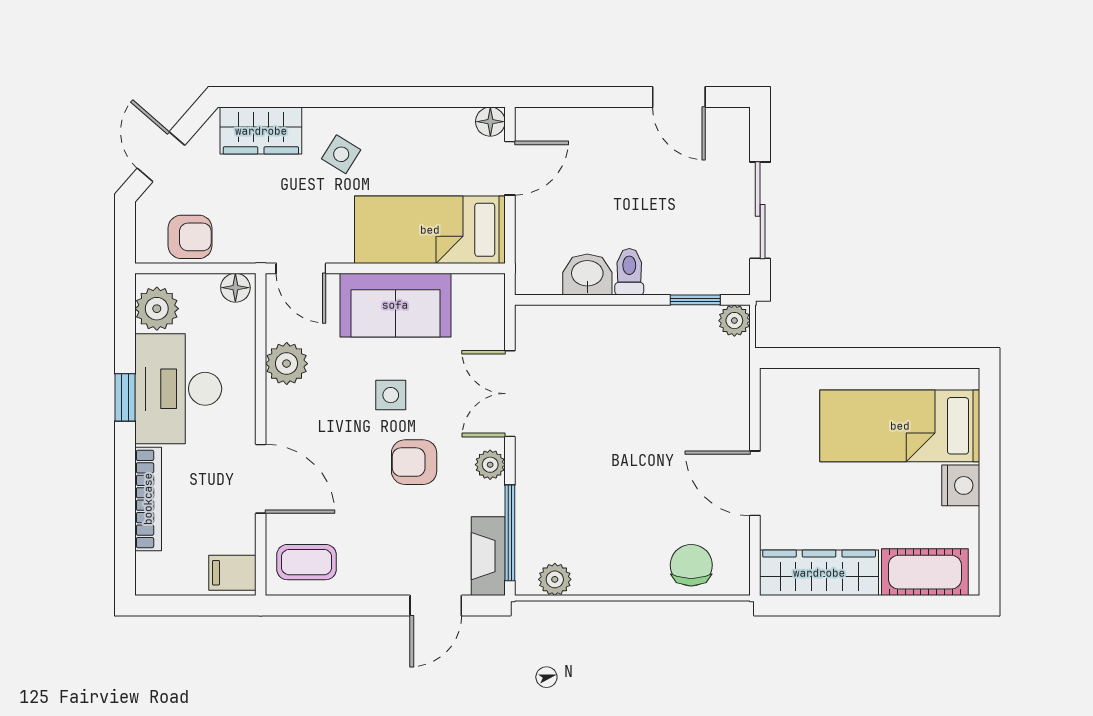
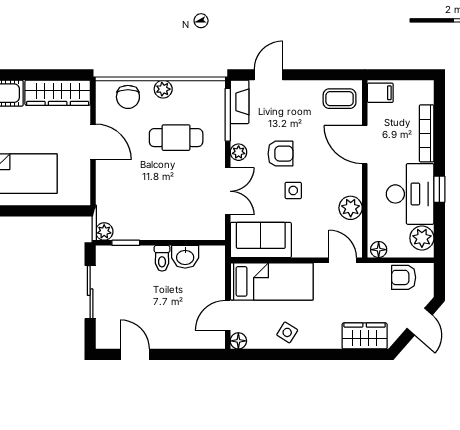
side table: (341, 154) -> (287, 332), moved
sofa: (395, 305) -> (261, 240), moved
cafe table: (604, 491) -> (176, 138), added
plant: (555, 579) -> (163, 89), moved

